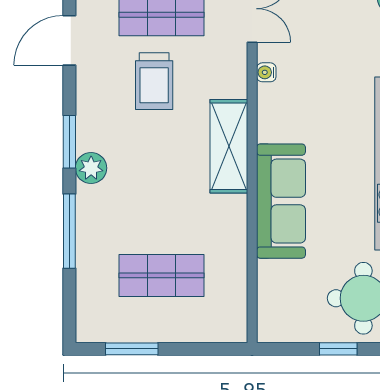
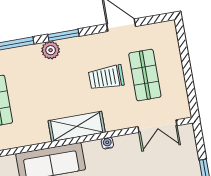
water cooler: (266, 72) -> (107, 143), moved

